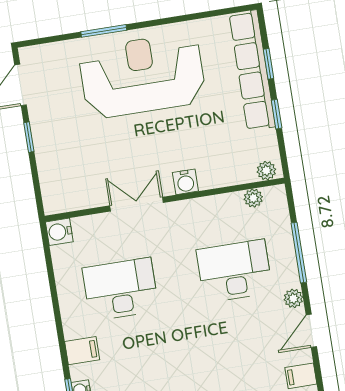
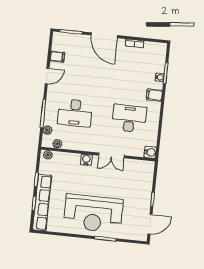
desk: (121, 289) -> (129, 118), turned 180
plant: (293, 298) -> (47, 130), moved

